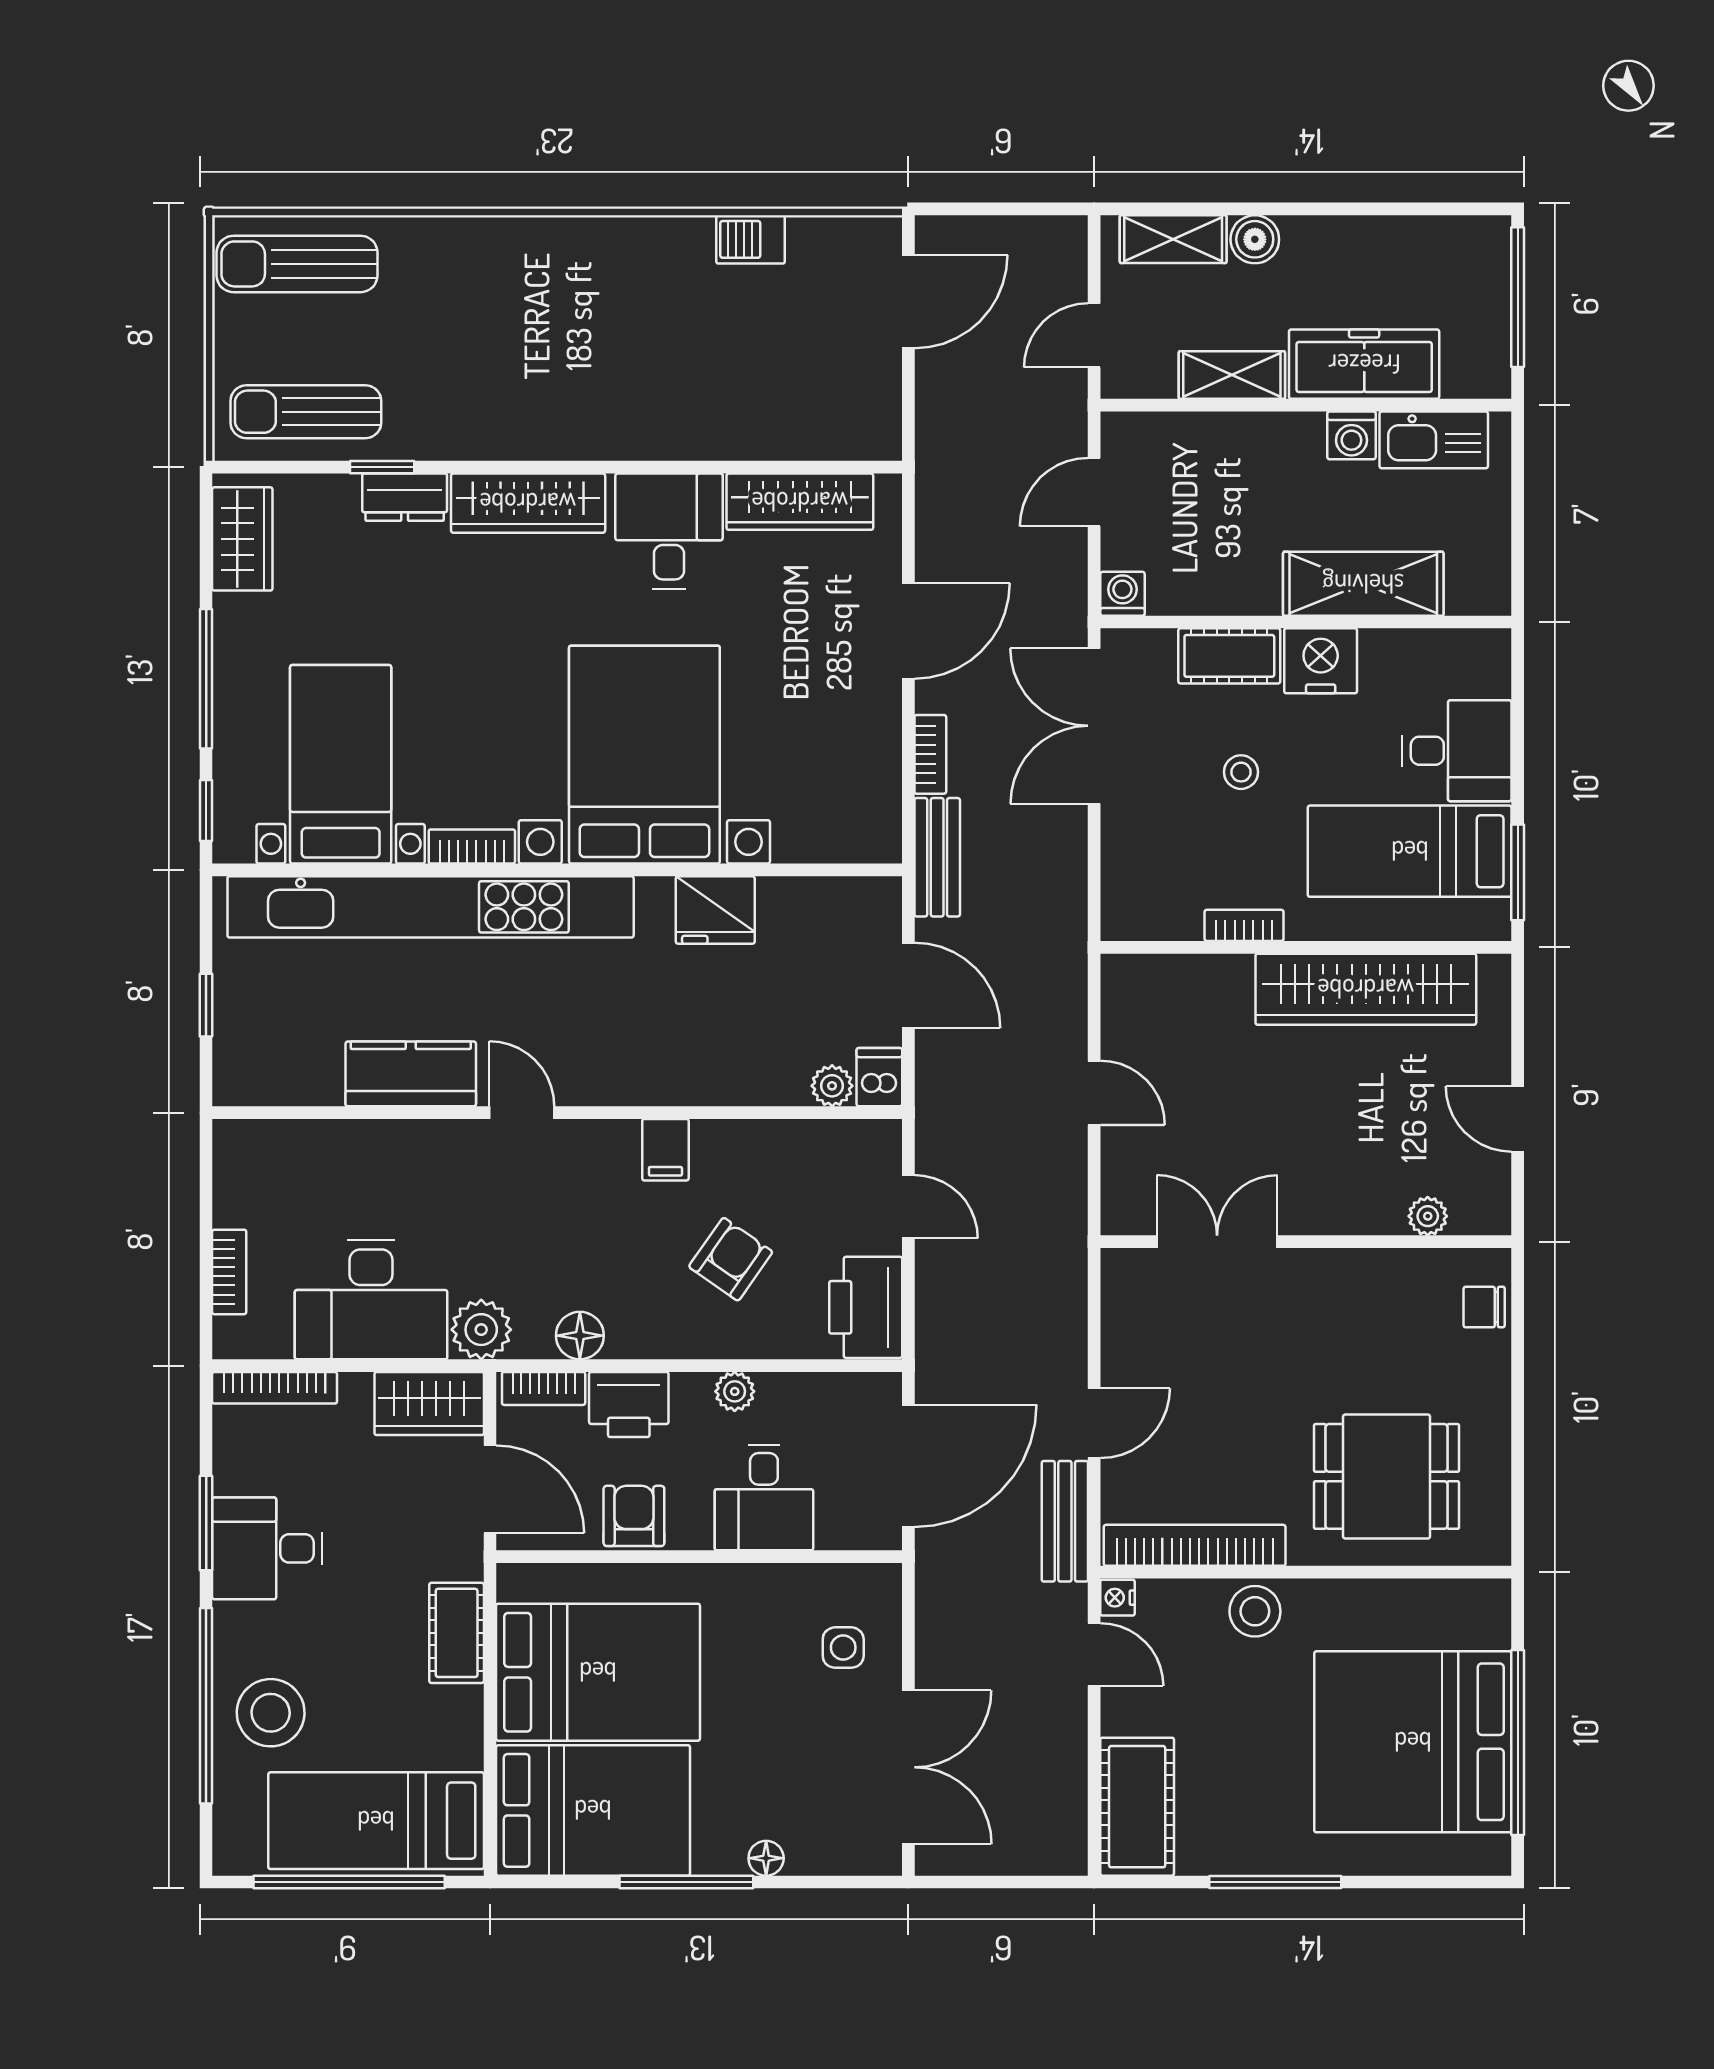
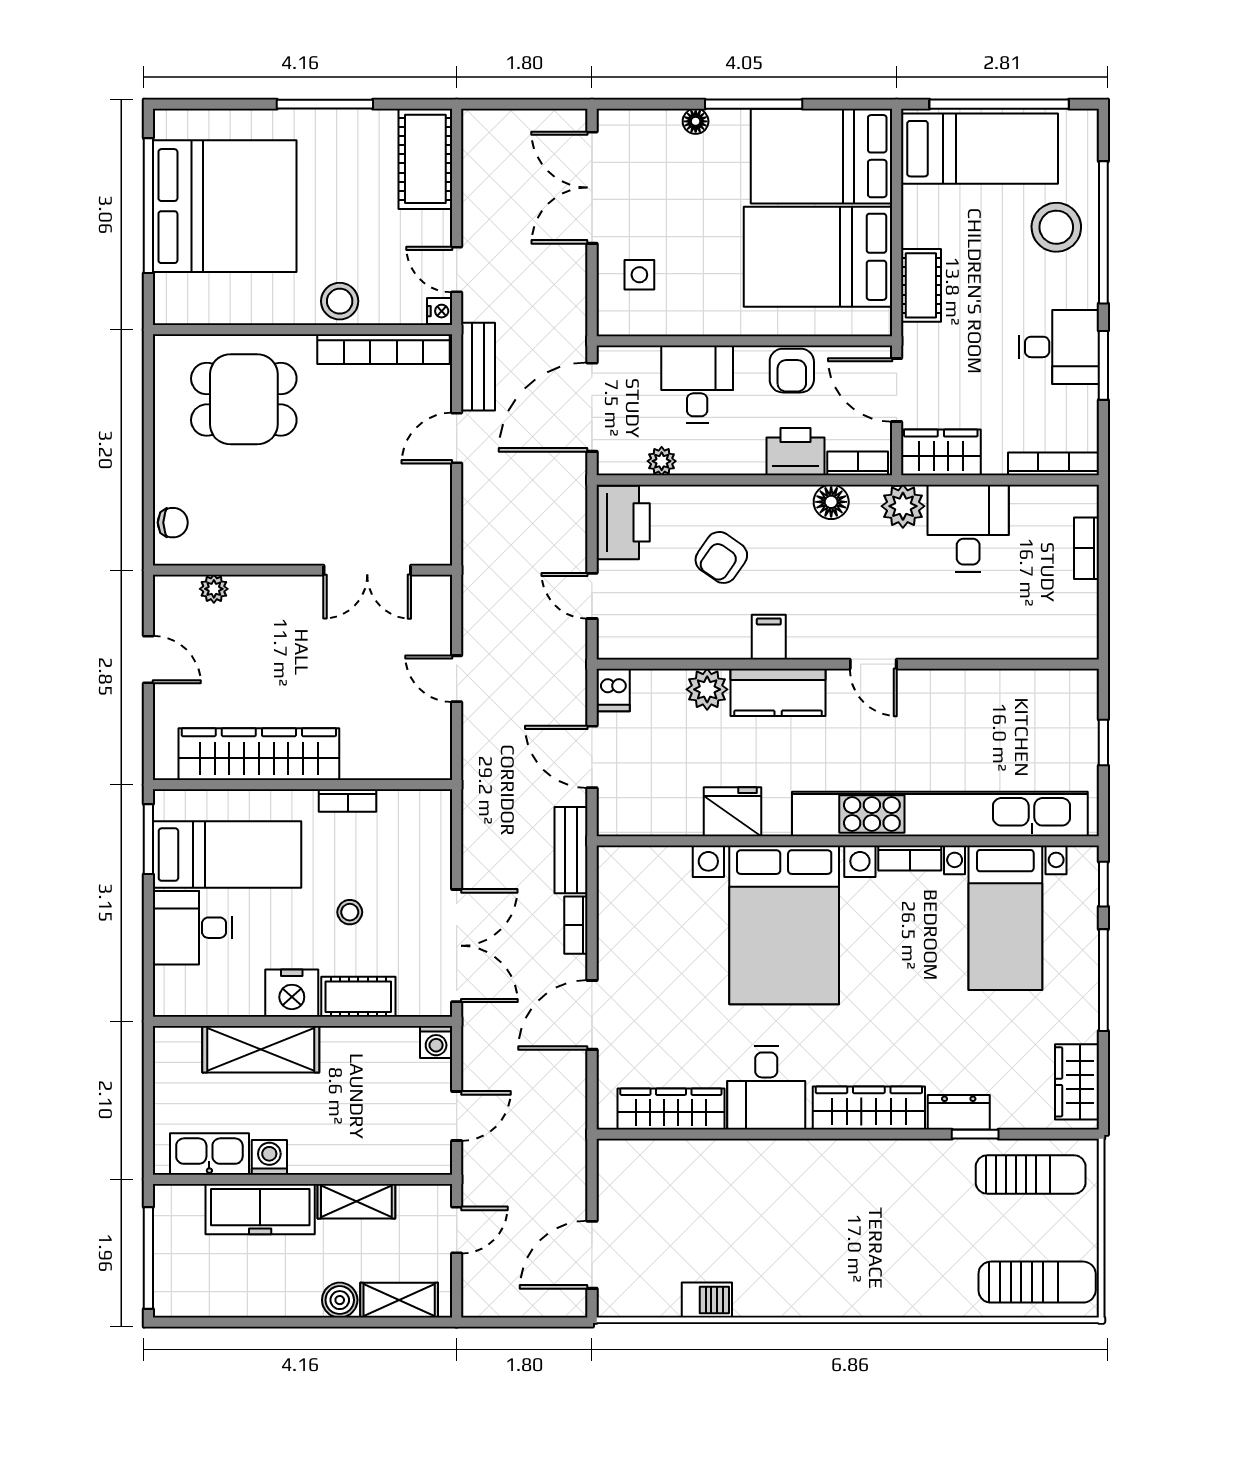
kitchen counter: (411, 1074) -> (778, 692), moved
plant: (832, 1086) -> (707, 689), moved, width x1.38, depth x1.38
desk: (371, 1300) -> (968, 528), width x0.73
plant: (735, 1391) -> (662, 461), moved

